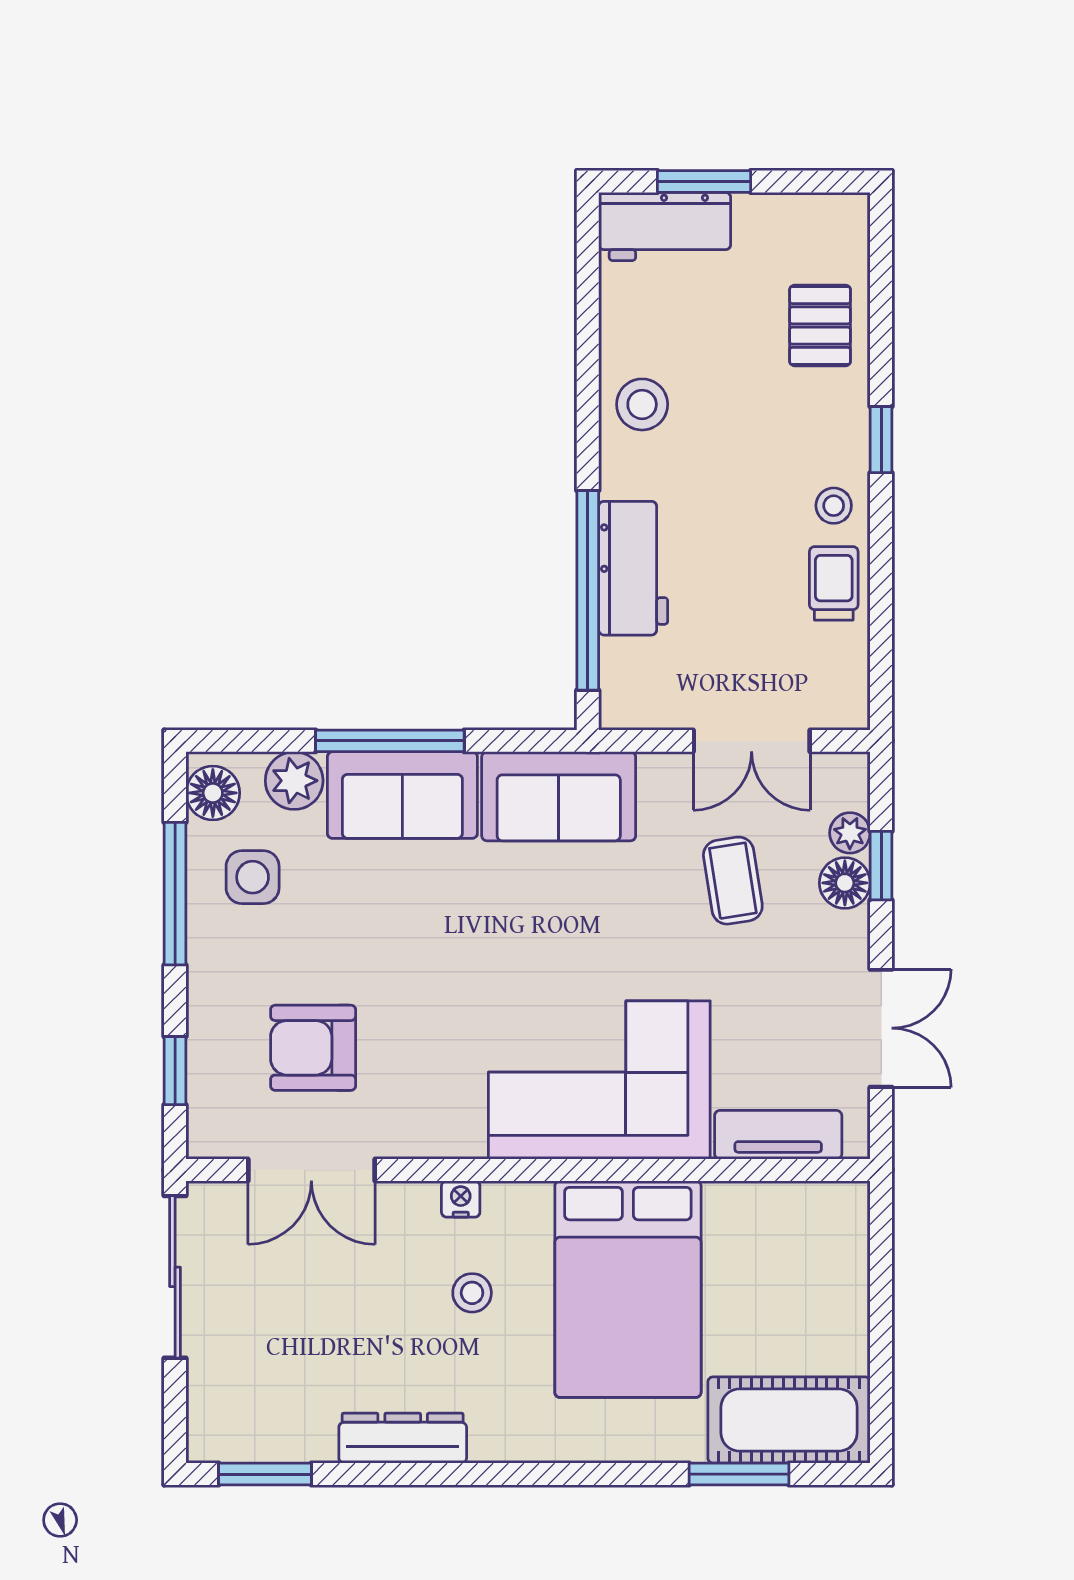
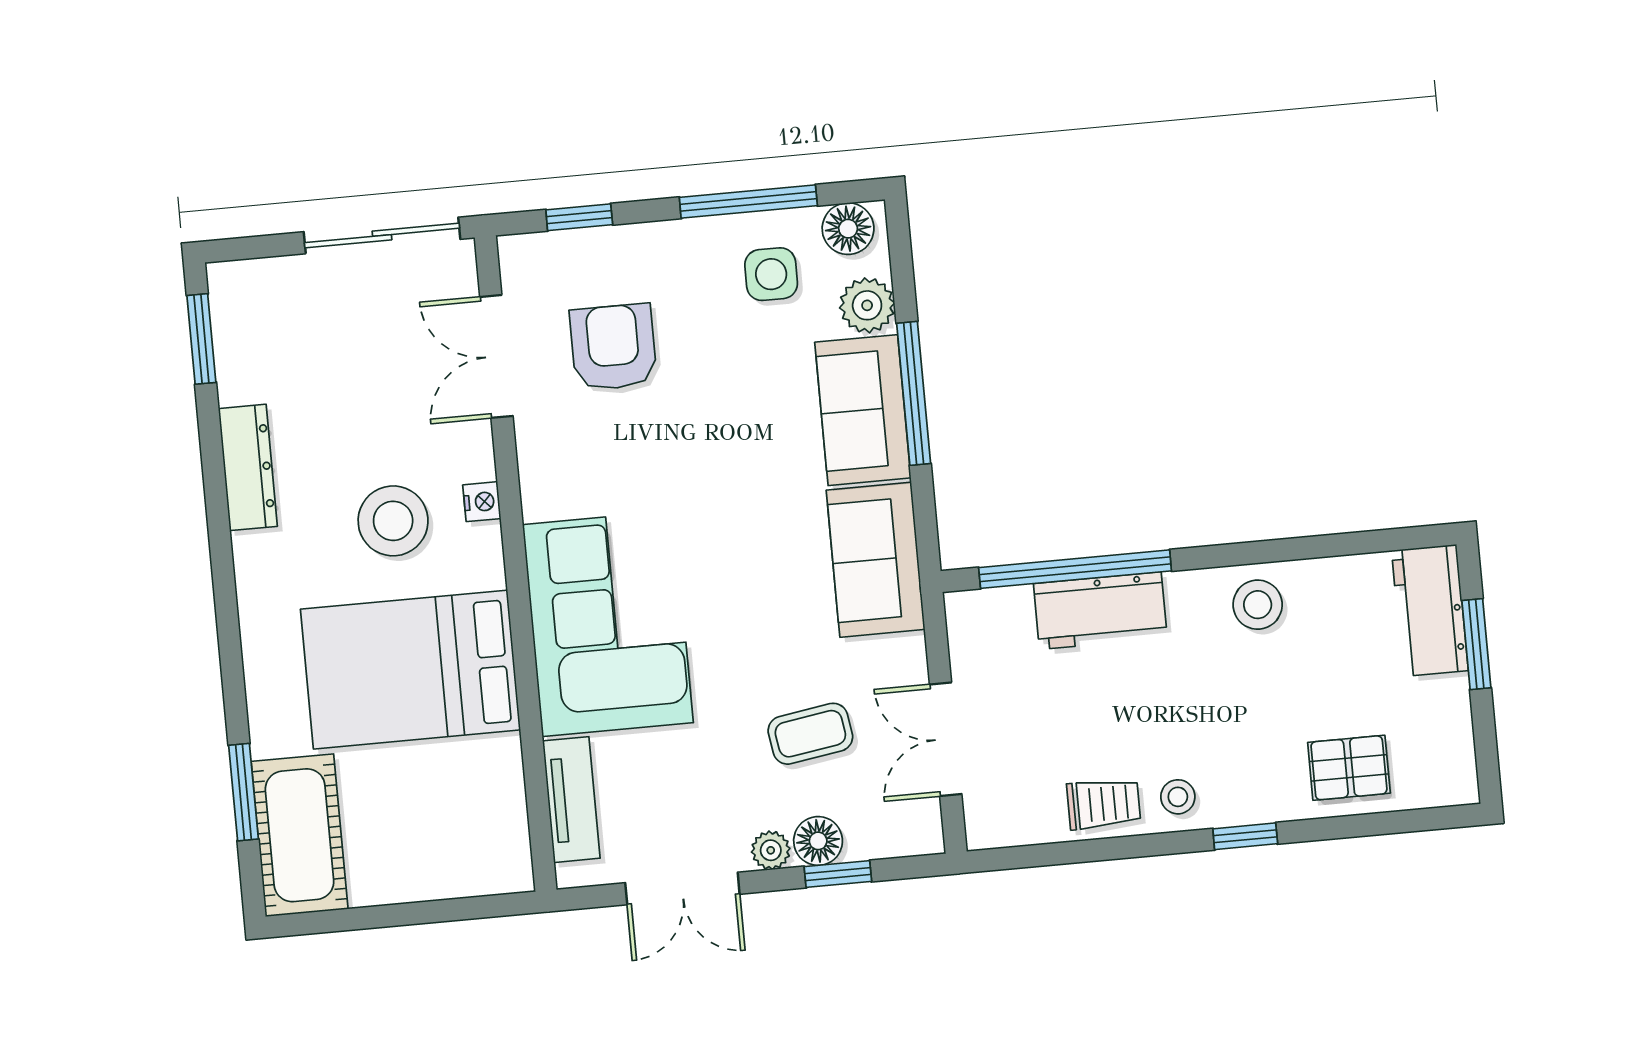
plant: (850, 833) -> (771, 850), moved
stool: (472, 1293) -> (393, 521), width x1.89, depth x1.89

